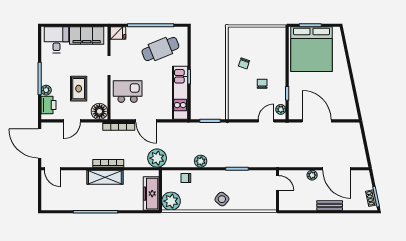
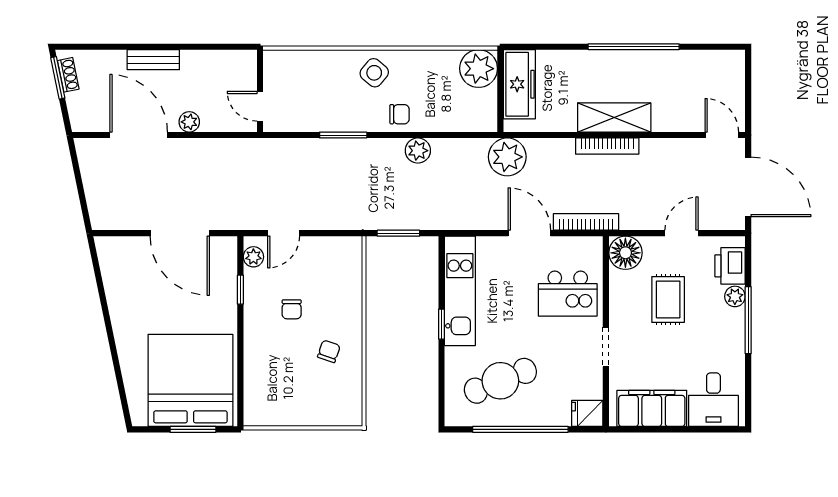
chair: (186, 178) -> (399, 114), moved

